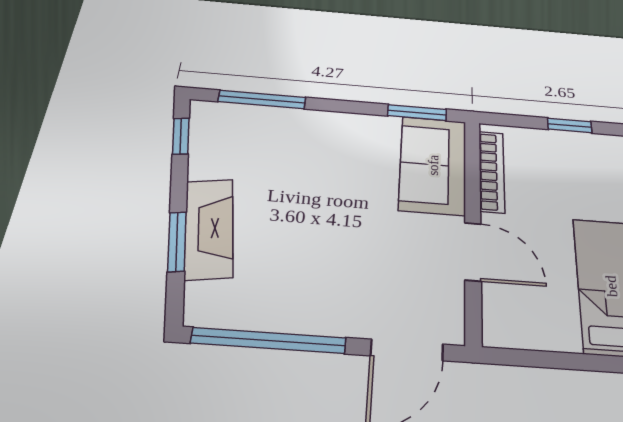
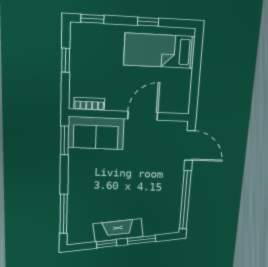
window: (181, 136) -> (107, 244), moved
bookcase: (492, 171) -> (89, 104), width x0.64
fireplace: (209, 228) -> (118, 230), moved

